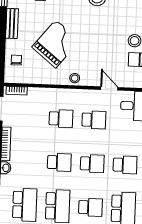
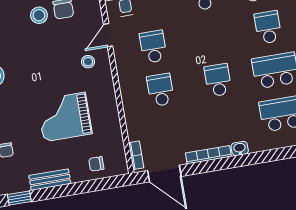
grand piano: (56, 44) -> (65, 117), turned -39
stool: (75, 78) -> (88, 62), moved
school desk: (92, 164) -> (211, 37), removed

